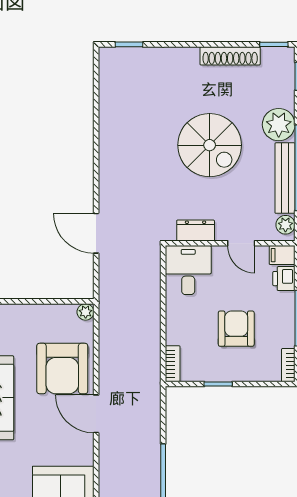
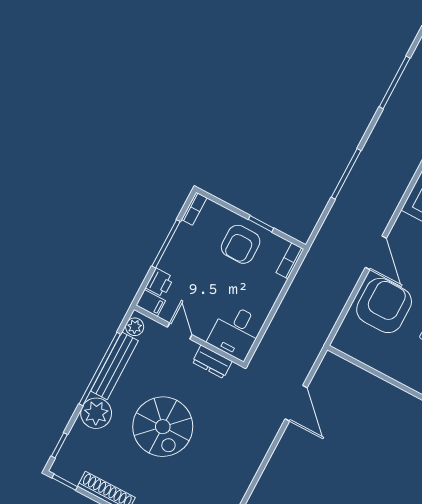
spiral stairs: (210, 145) -> (163, 427), turned 180
plant: (86, 312) -> (340, 342), removed
armchair: (236, 329) -> (241, 244), moved

